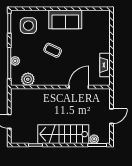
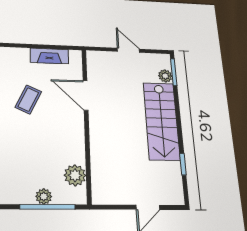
coffee table: (53, 50) -> (28, 100), moved

